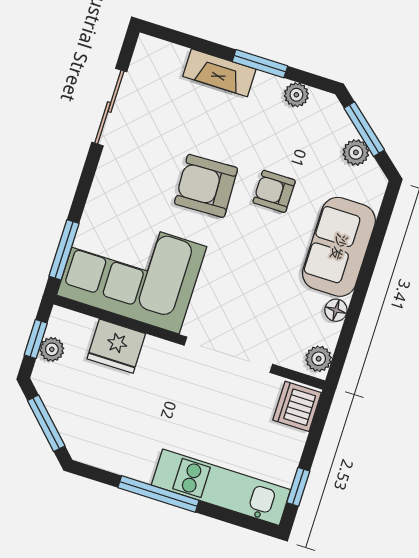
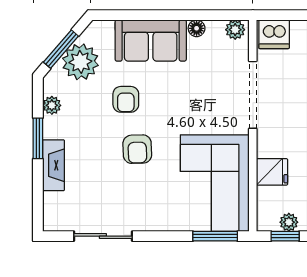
plant: (356, 152) -> (80, 62), width x1.88, depth x1.88
armchair: (206, 186) -> (137, 149), width x0.72, depth x0.72
fridge: (116, 346) -> (272, 172), width x0.72

